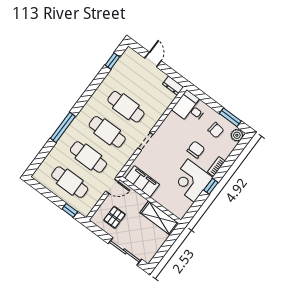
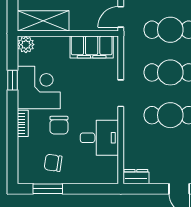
desk: (190, 108) -> (99, 138), moved
plant: (237, 135) -> (26, 45), moved
window: (211, 186) -> (13, 80), moved

